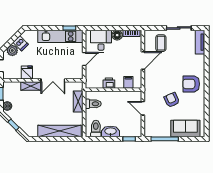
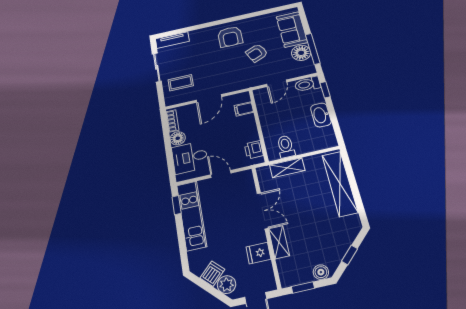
door: (143, 60) -> (209, 98), swing flipped
printer: (109, 83) -> (254, 150), moved
toilet: (96, 128) -> (307, 84), moved
floor lamp: (163, 130) -> (301, 53), added

